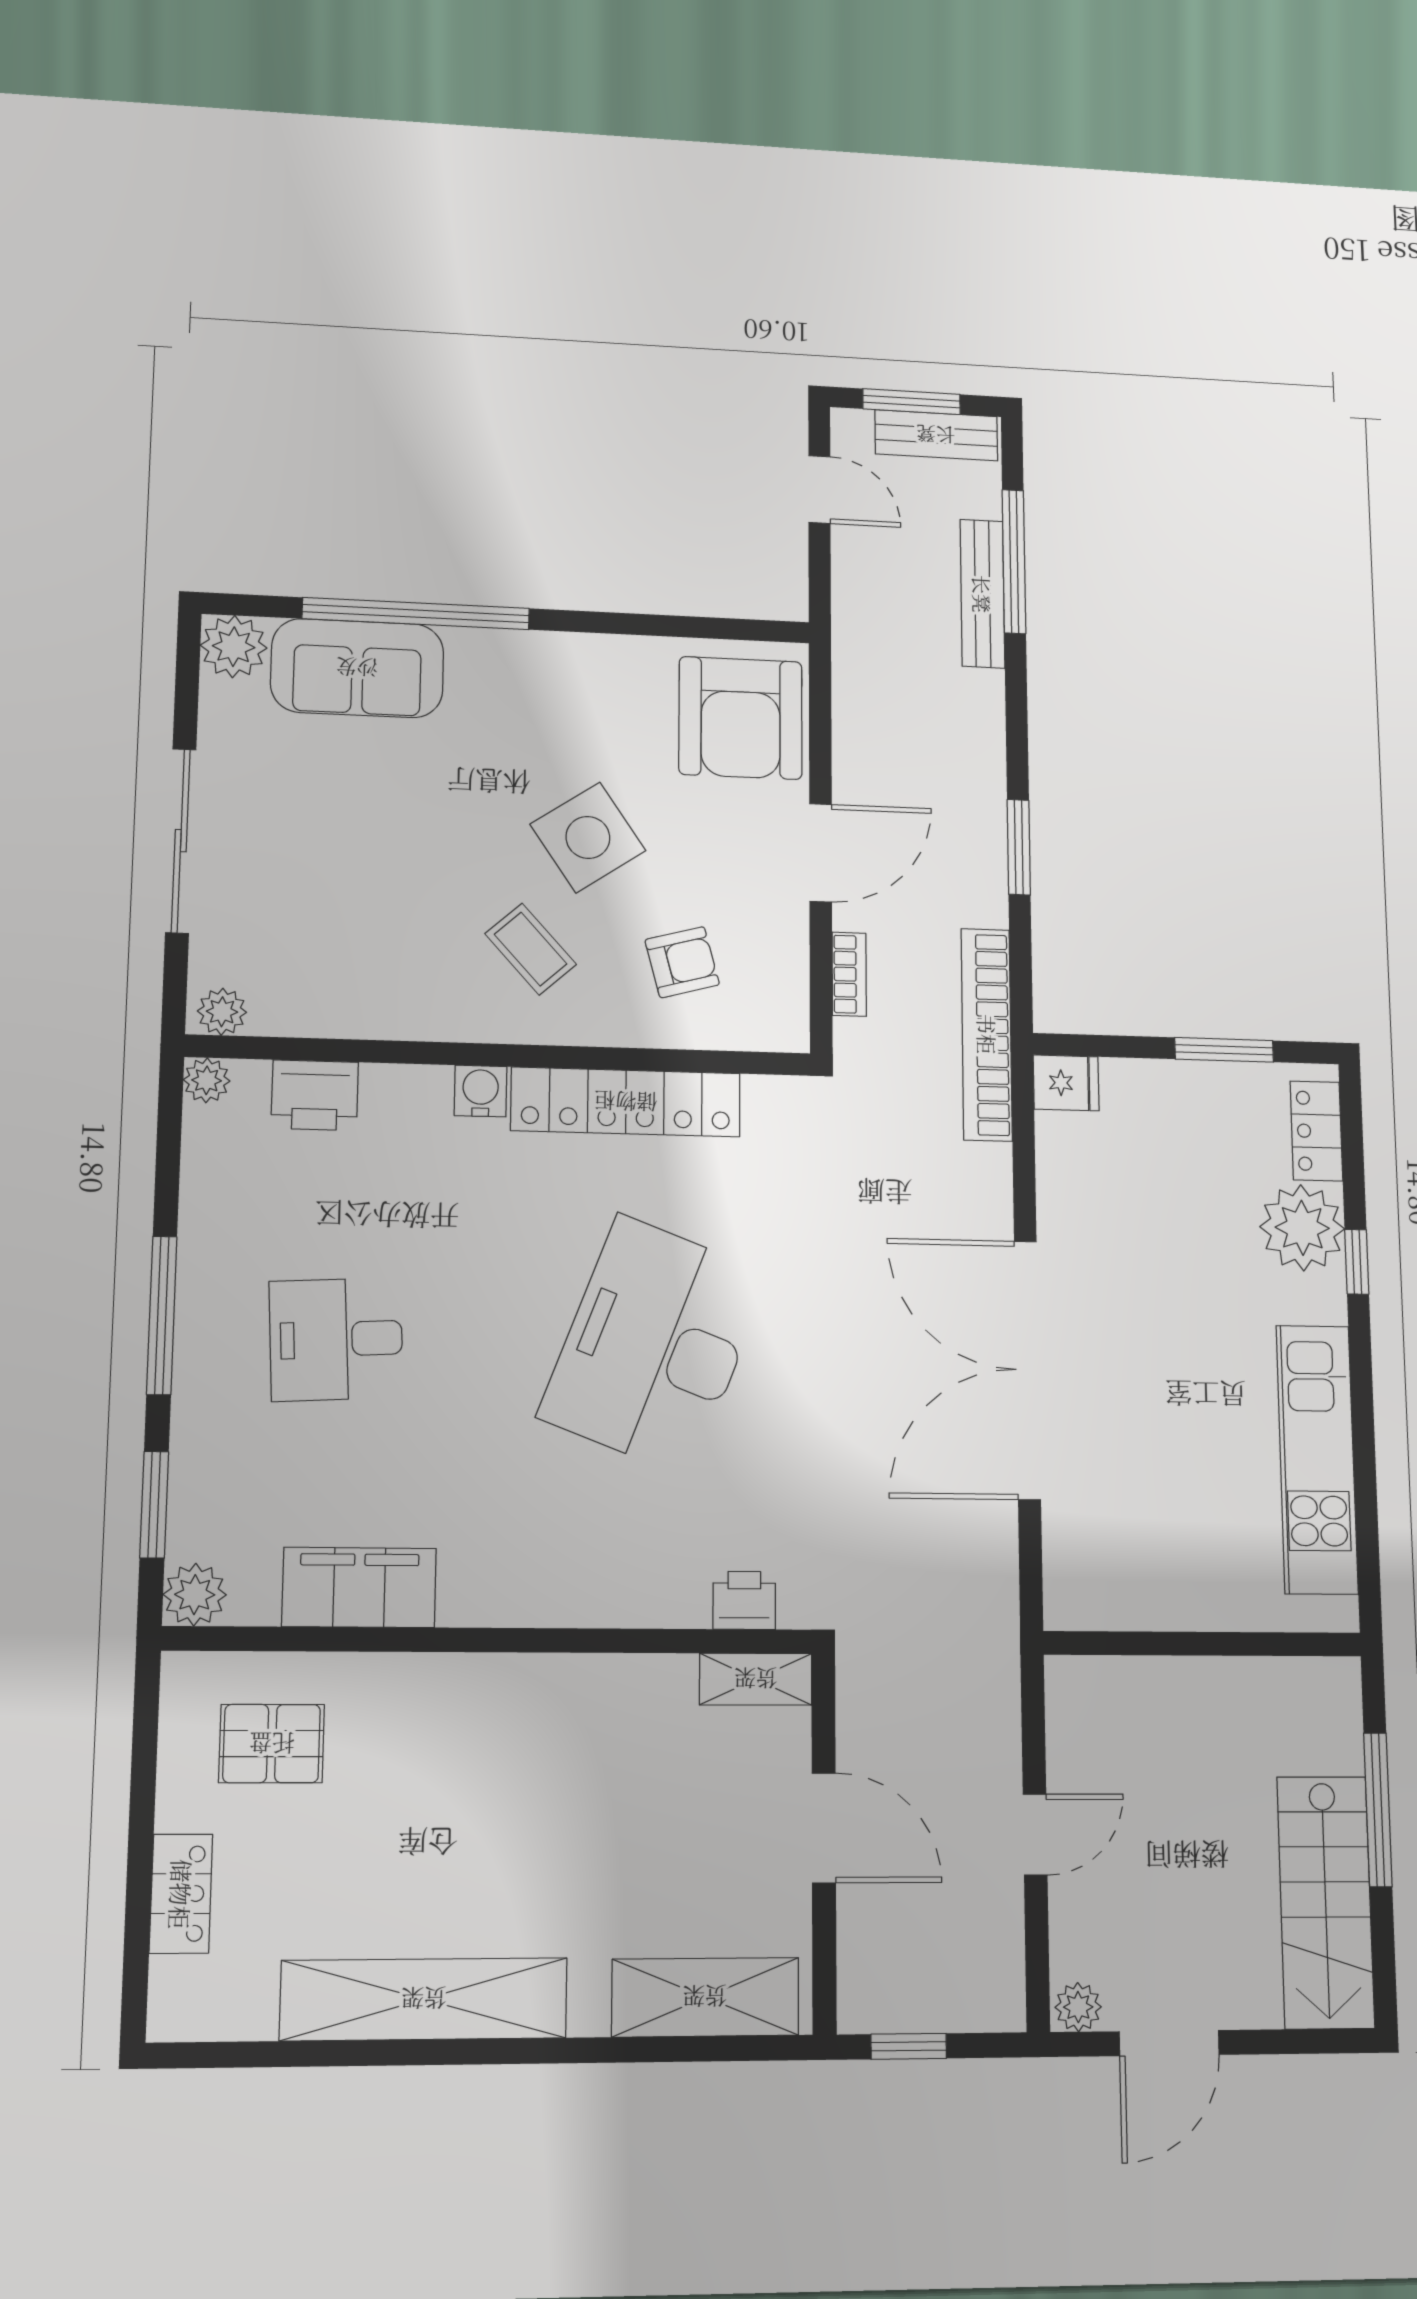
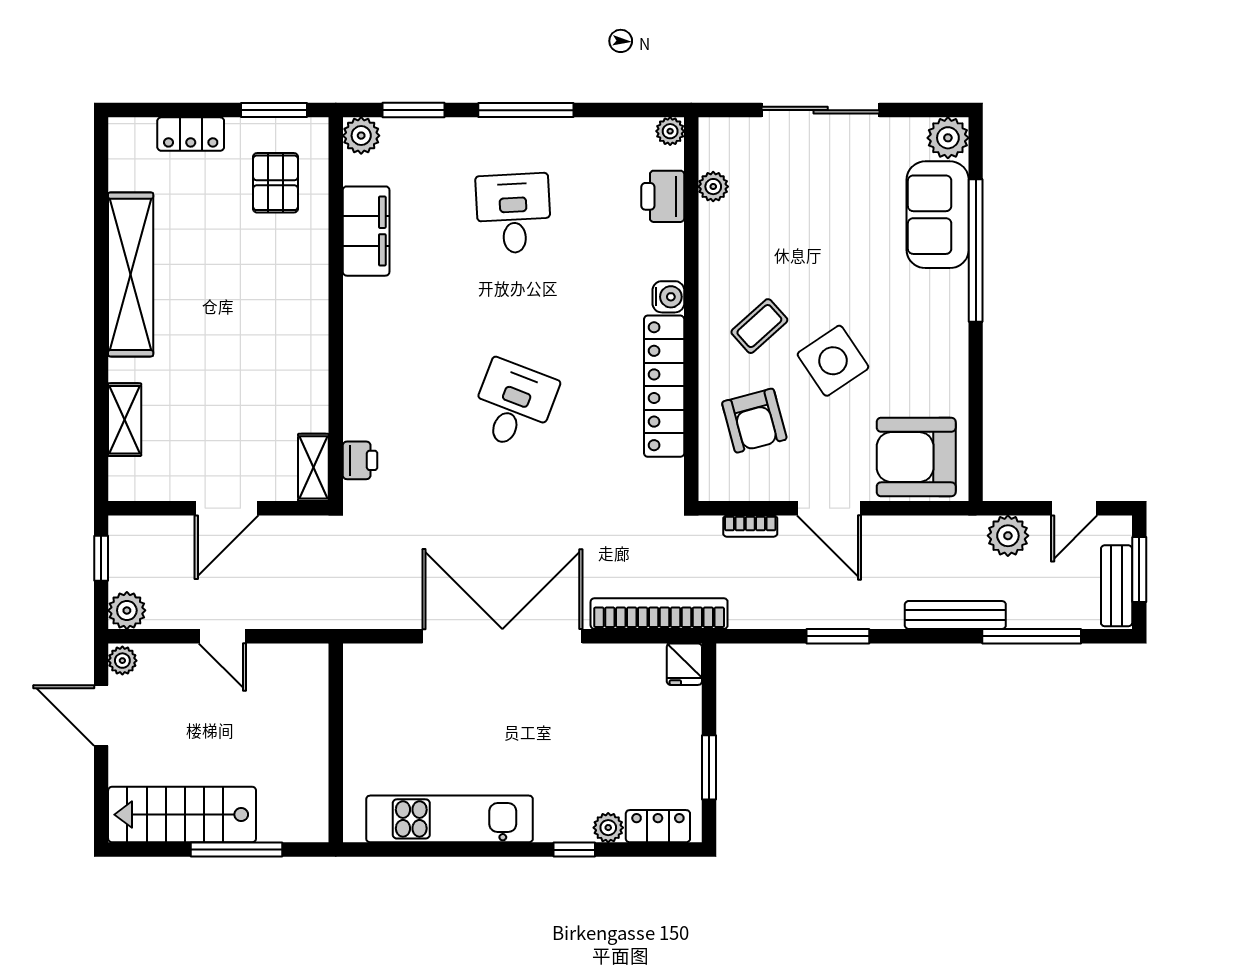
plant: (862, 588) -> (1008, 536), added
bench: (982, 594) -> (955, 615), moved
armchair: (682, 962) -> (754, 421), width x1.38, depth x1.38
plant: (222, 1012) -> (713, 187), moved
bookcase: (987, 1034) -> (659, 614), moved
plant: (1302, 1228) -> (608, 828), width x0.53, depth x0.53
desk: (654, 1345) -> (513, 405), width x0.53, depth x0.77
window: (145, 1746) -> (274, 110), added
shelving: (705, 1997) -> (125, 420), width x0.67, depth x0.75
plant: (995, 2000) -> (127, 610), added

